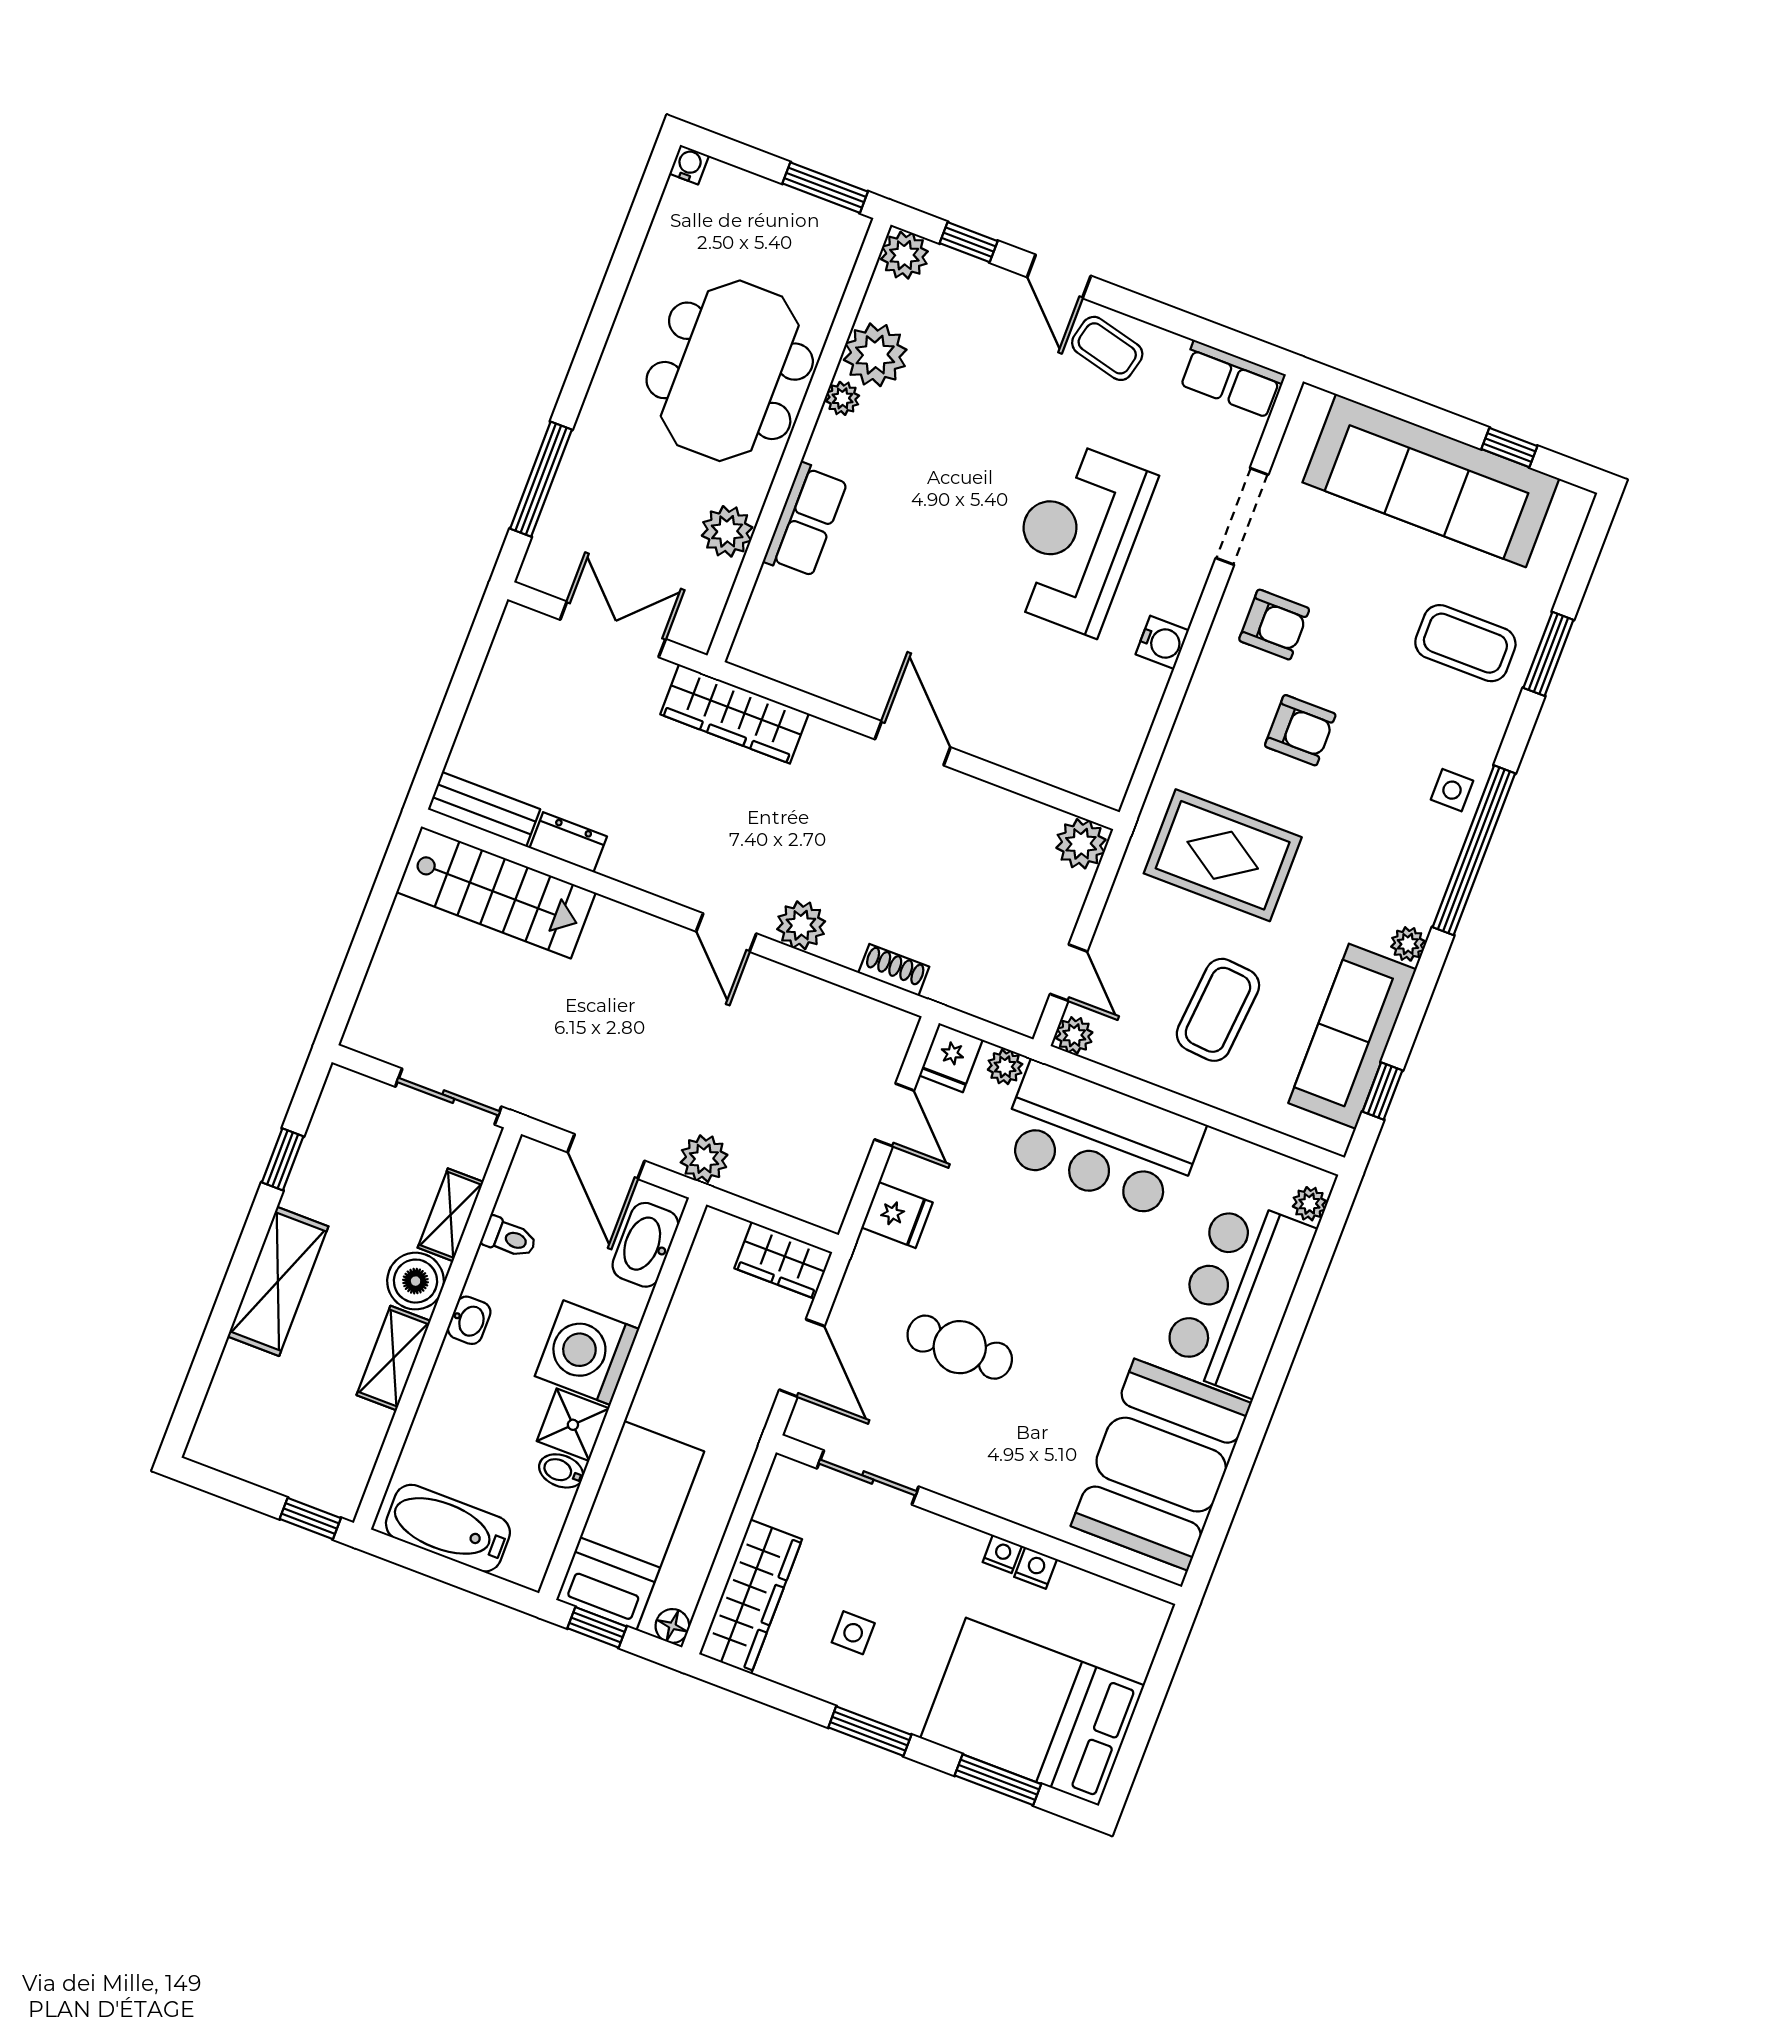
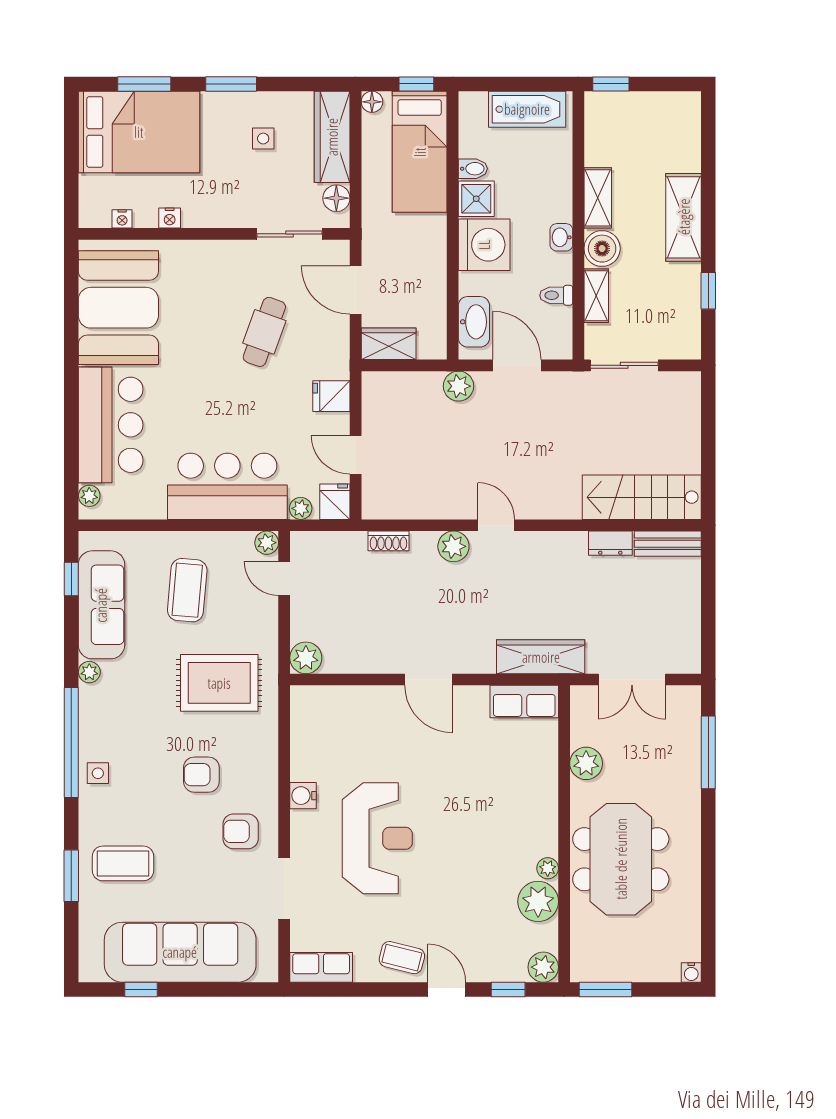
row of seats: (806, 520) -> (524, 702), moved, turned -90
cafe table: (960, 1347) -> (264, 332), turned -70
floor lamp: (779, 1504) -> (336, 198), added
nightstand: (1002, 1554) -> (122, 219), moved

